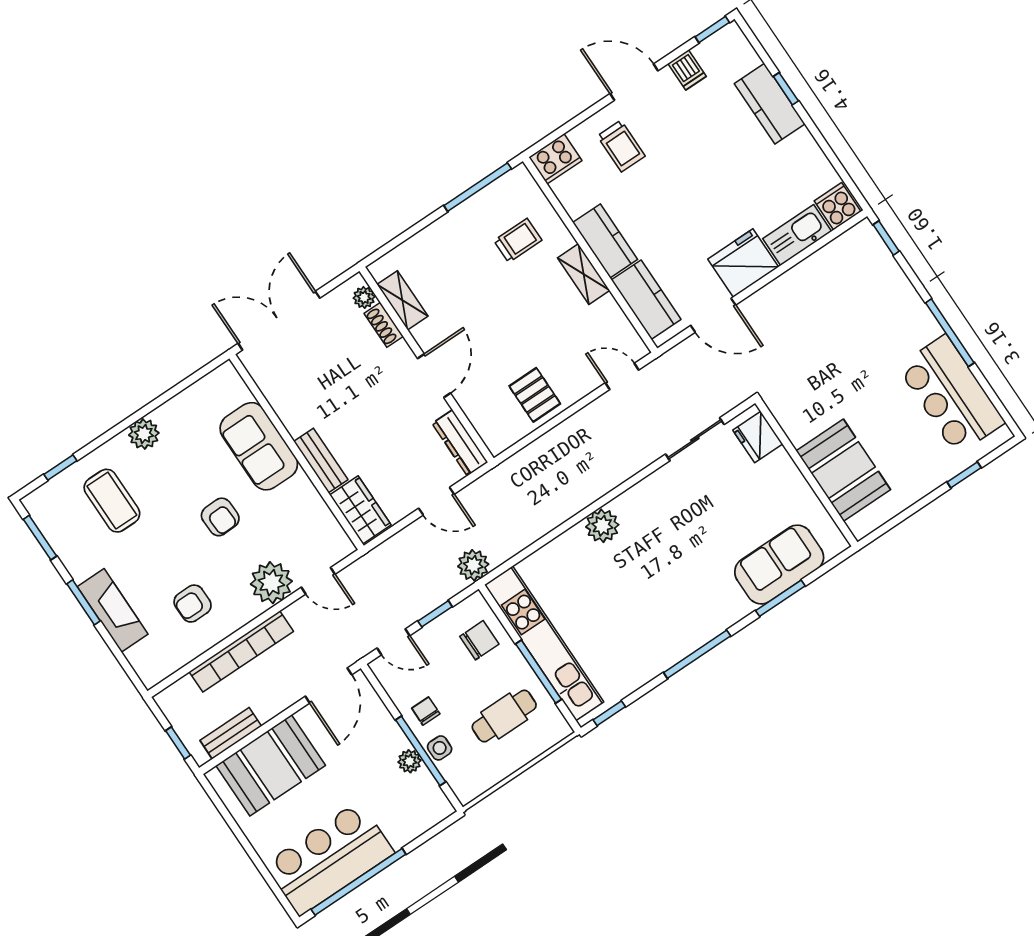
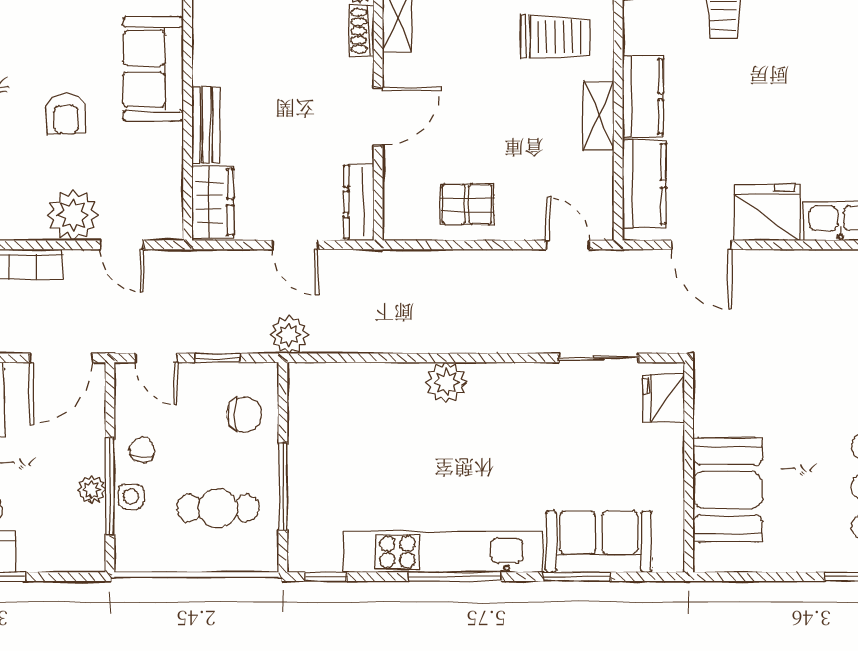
trolley: (518, 240) -> (555, 37), width x1.36, depth x1.39
pallet: (535, 395) -> (467, 204), turned 90
kitchen unit: (544, 643) -> (443, 552), moved, turned -90

